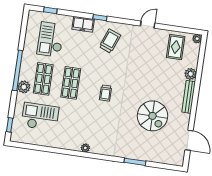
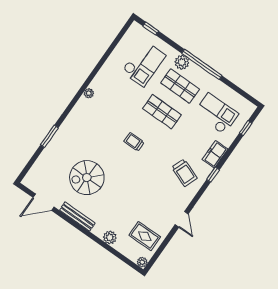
bench: (189, 97) -> (77, 217), moved

